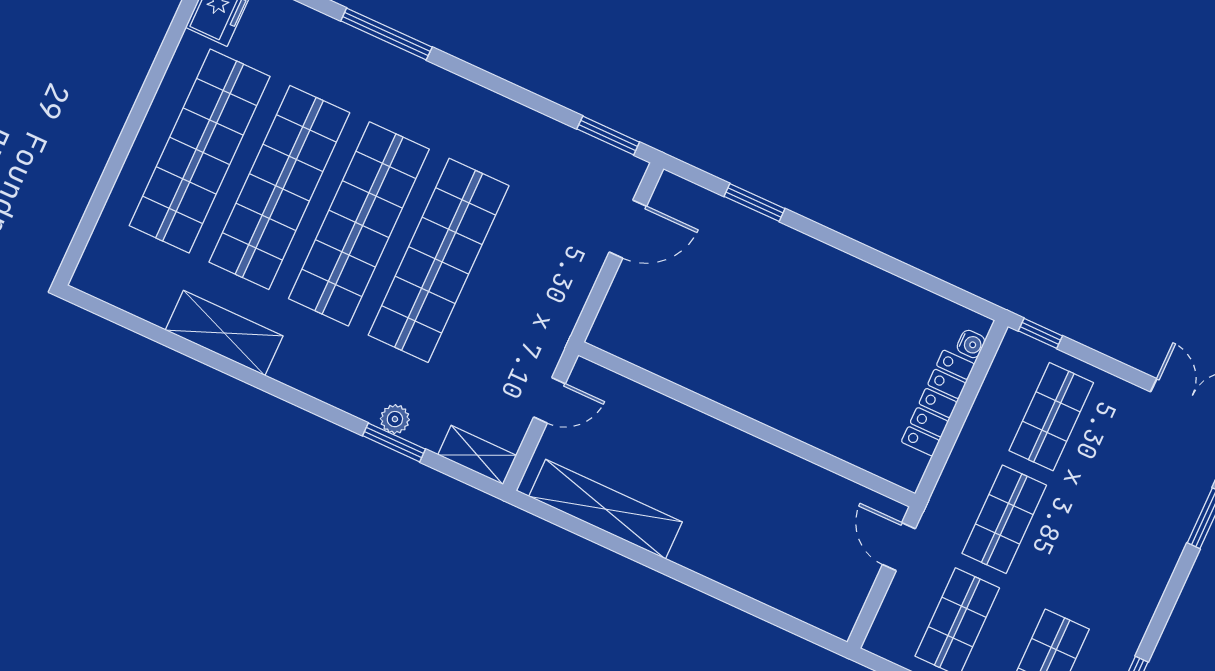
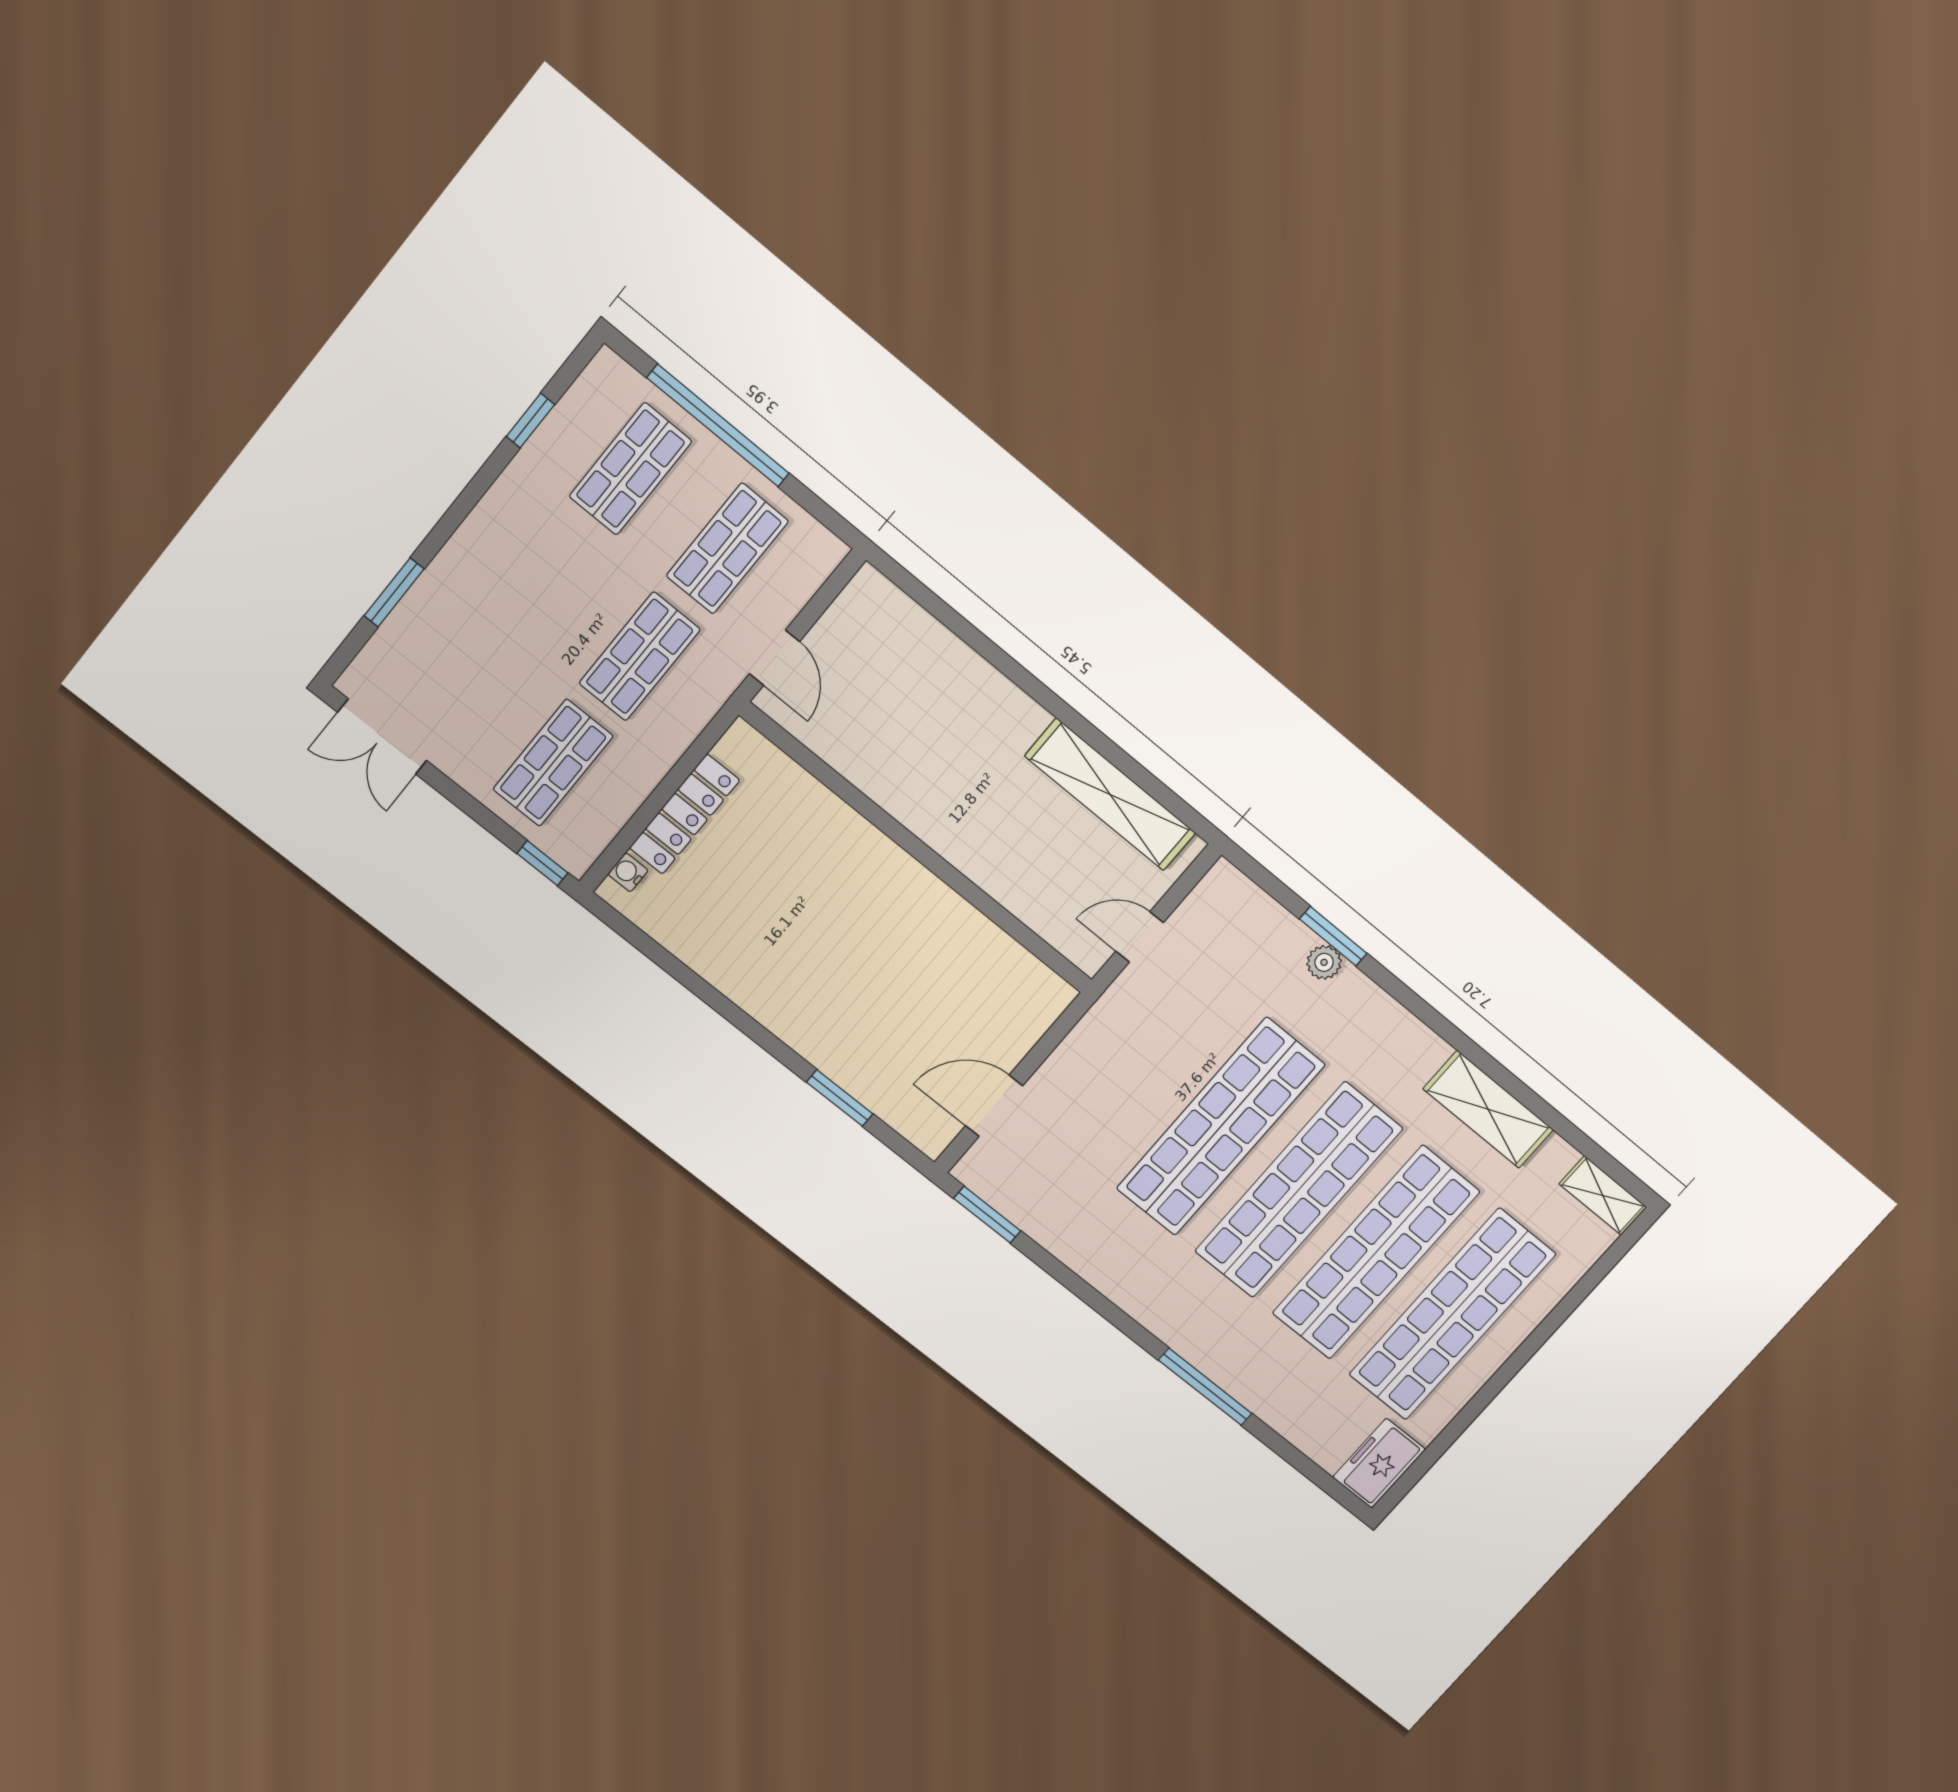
shelving: (477, 455) -> (1603, 1195), moved

